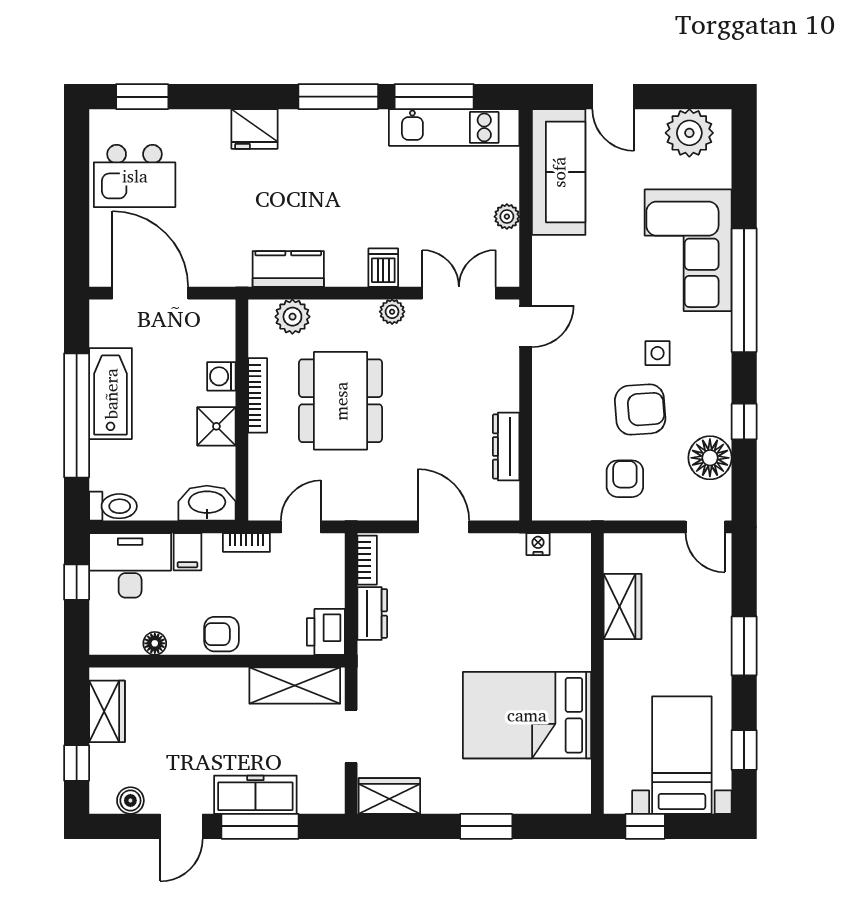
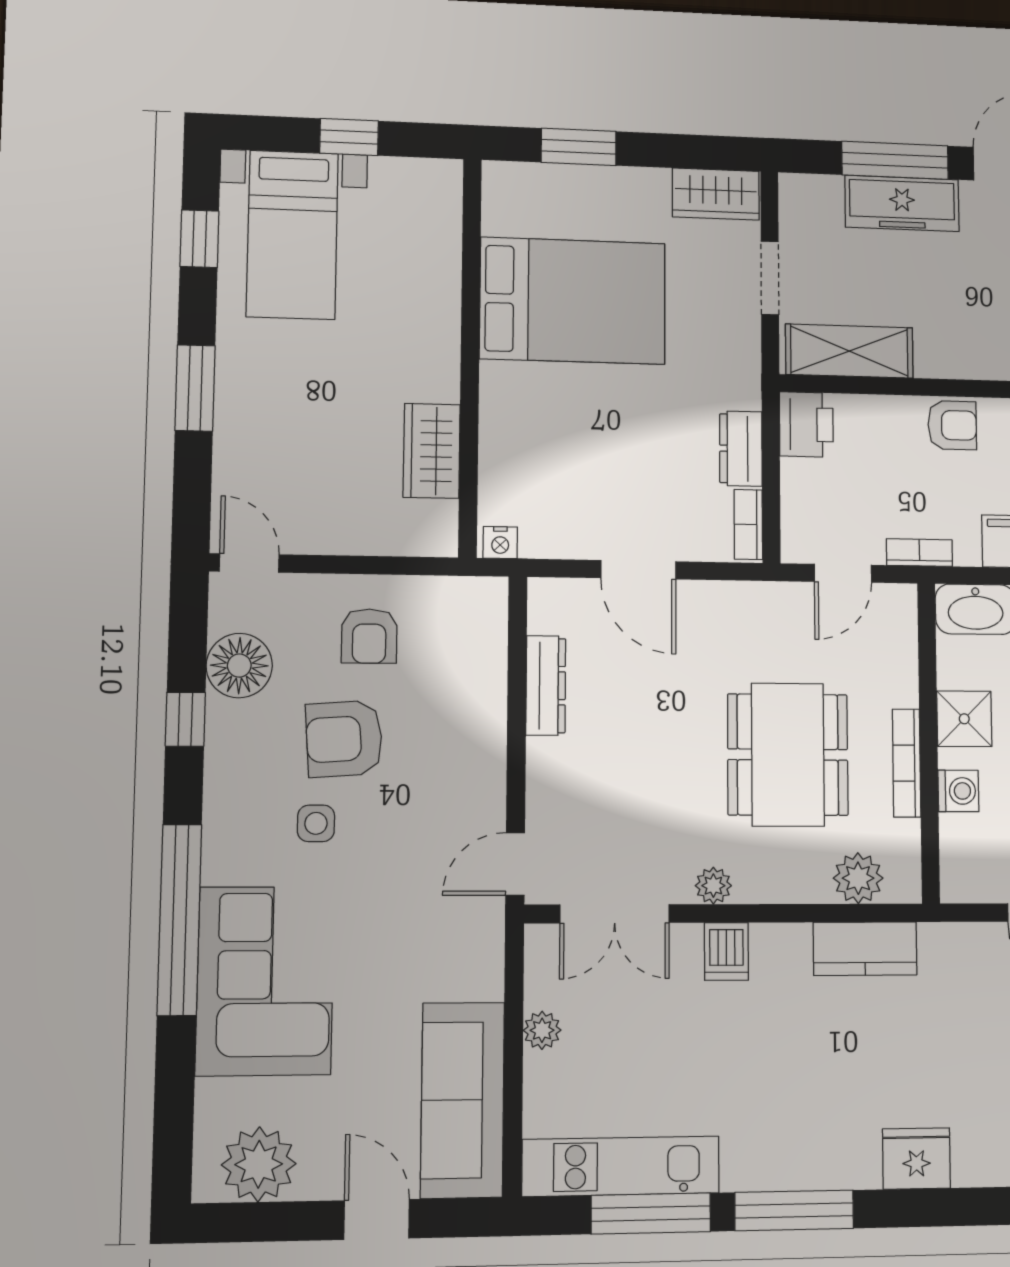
wardrobe: (623, 607) -> (432, 451), moved
wall: (597, 674) -> (470, 356), moved
bed: (527, 715) -> (573, 301), moved

